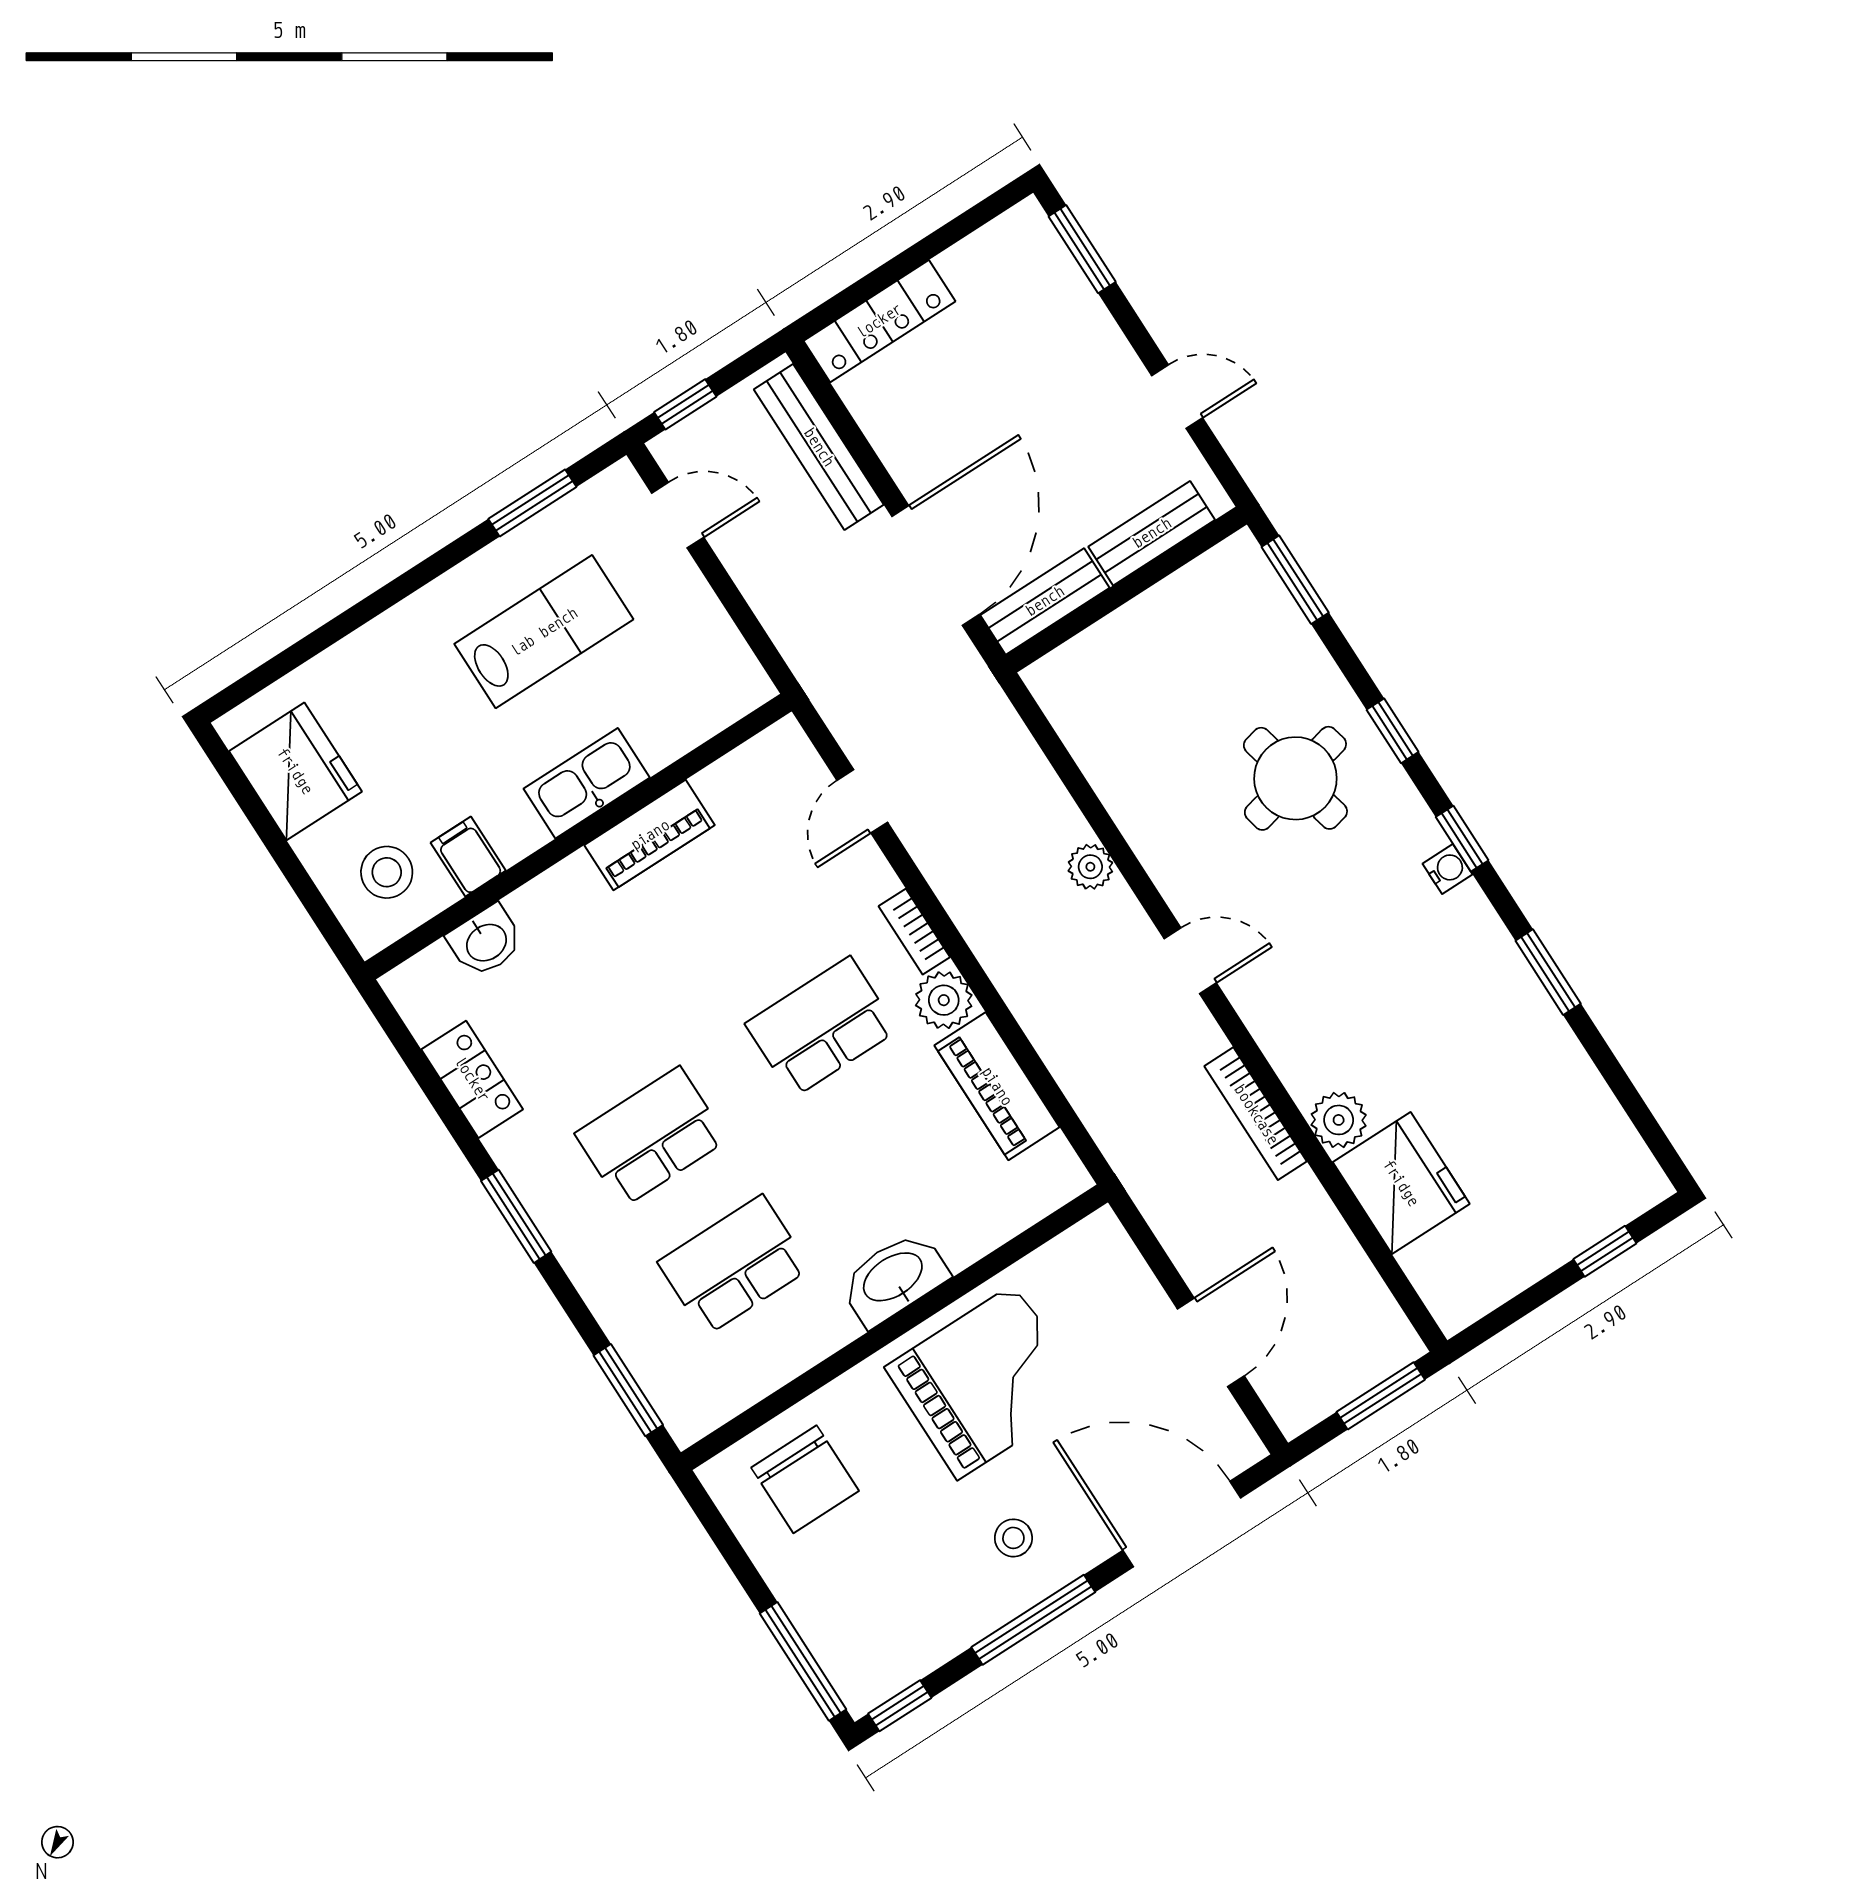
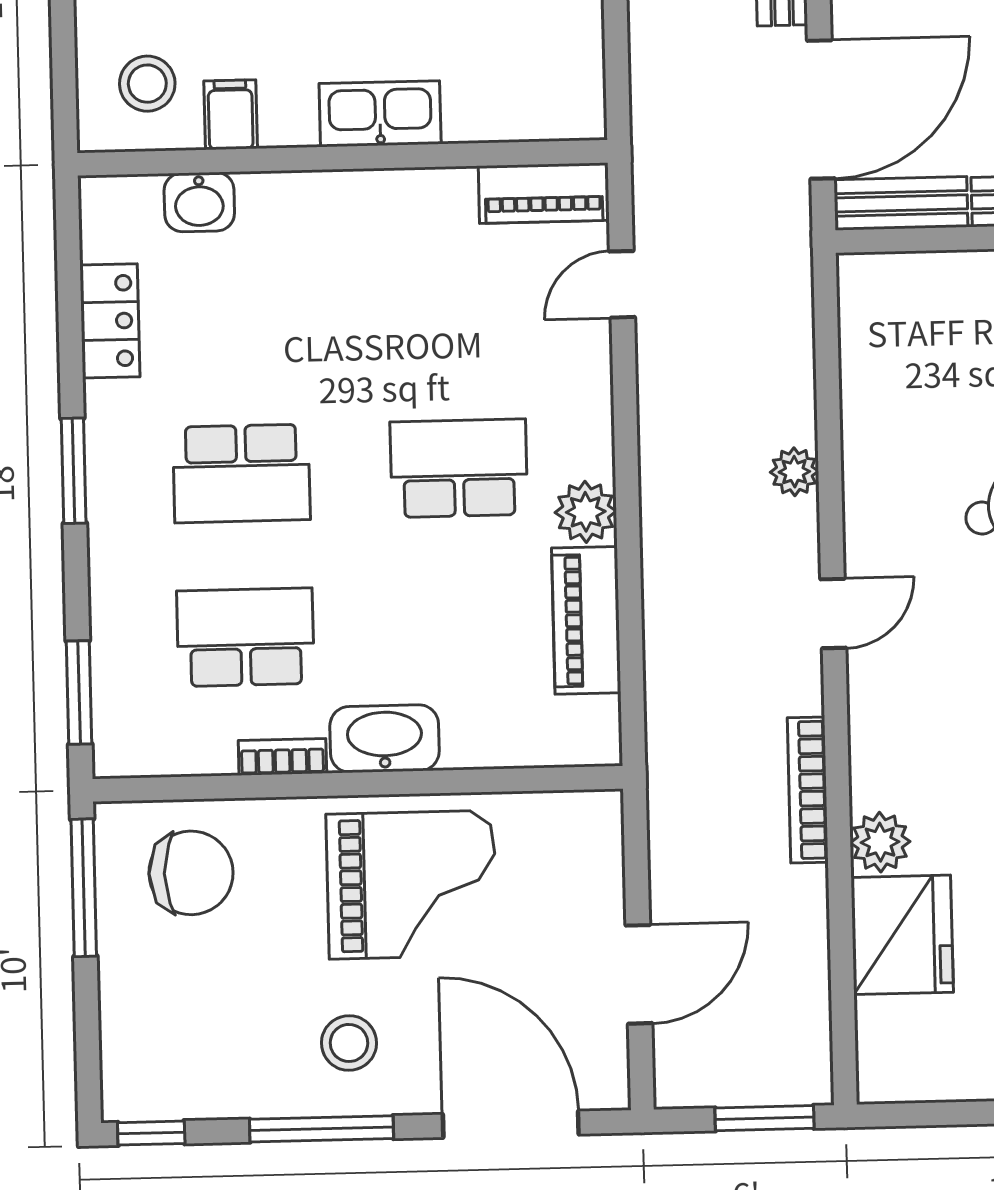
piano: (650, 835) -> (544, 193), moved
bookcase: (914, 932) -> (282, 757), moved, turned 90
door: (1190, 961) -> (833, 614), hinge flipped
school desk: (651, 1137) -> (241, 473), turned 180
chair: (805, 1479) -> (191, 873), turned -90
stool: (1013, 1538) -> (349, 1043), width x1.37, depth x1.37
window: (803, 1661) -> (84, 888), moved

